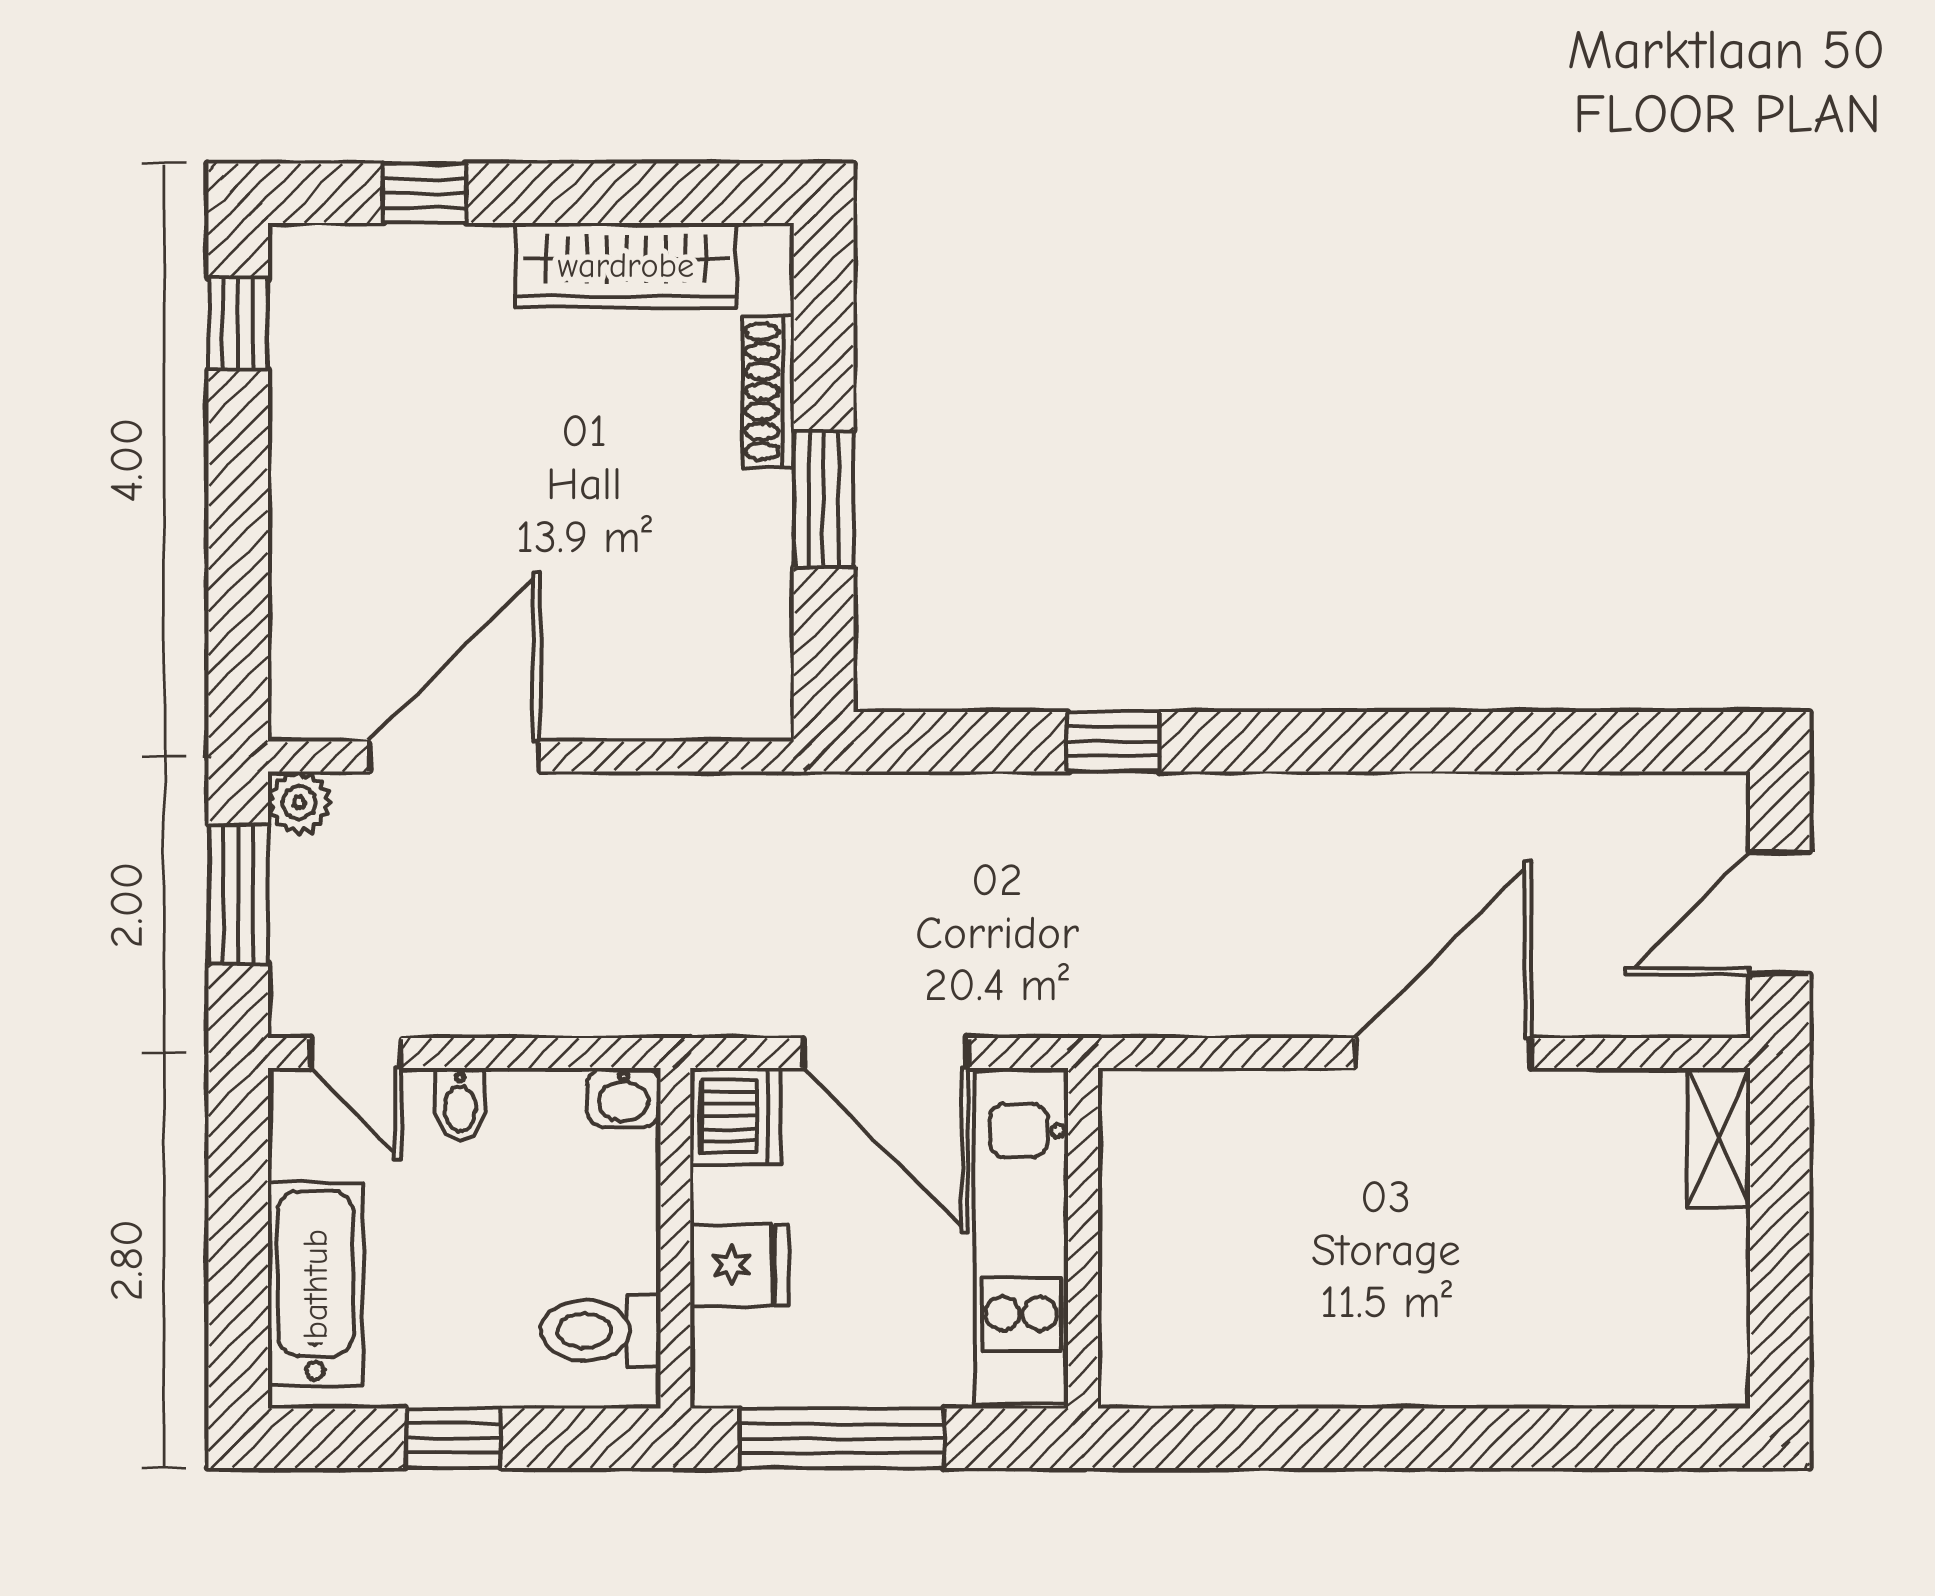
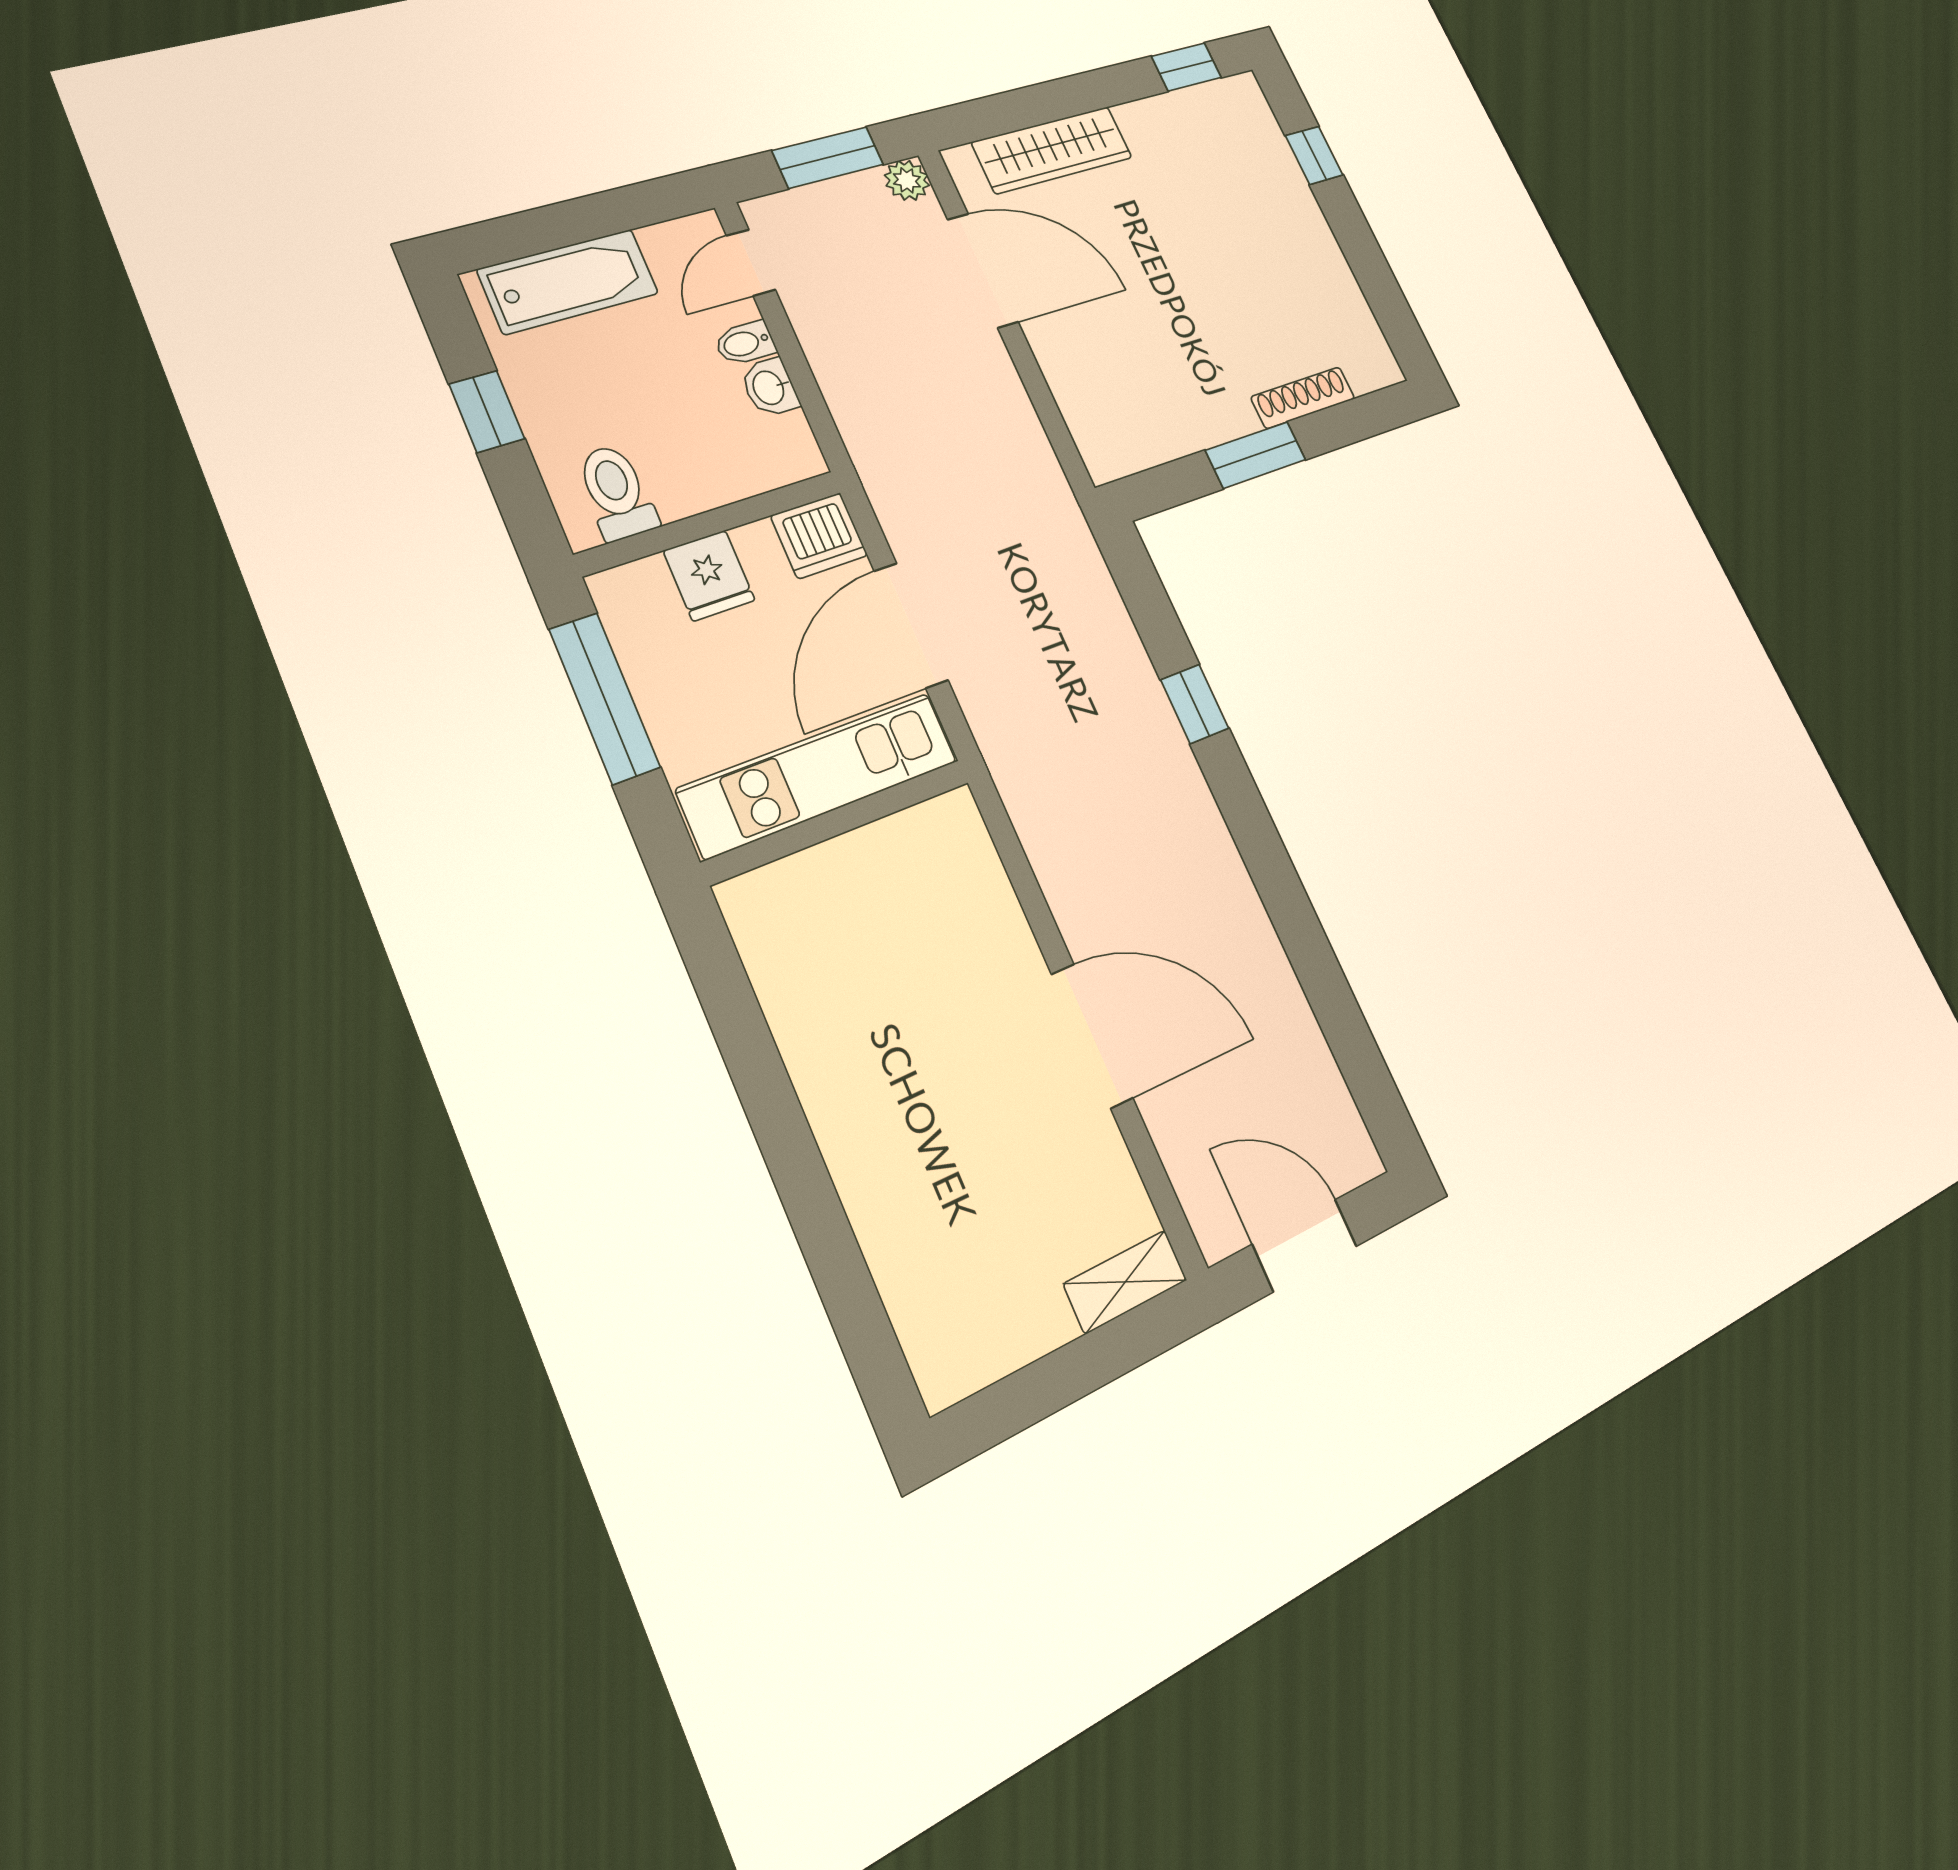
wardrobe: (626, 266) -> (1052, 150), moved, turned -90
washbasin: (624, 1098) -> (770, 387), moved

